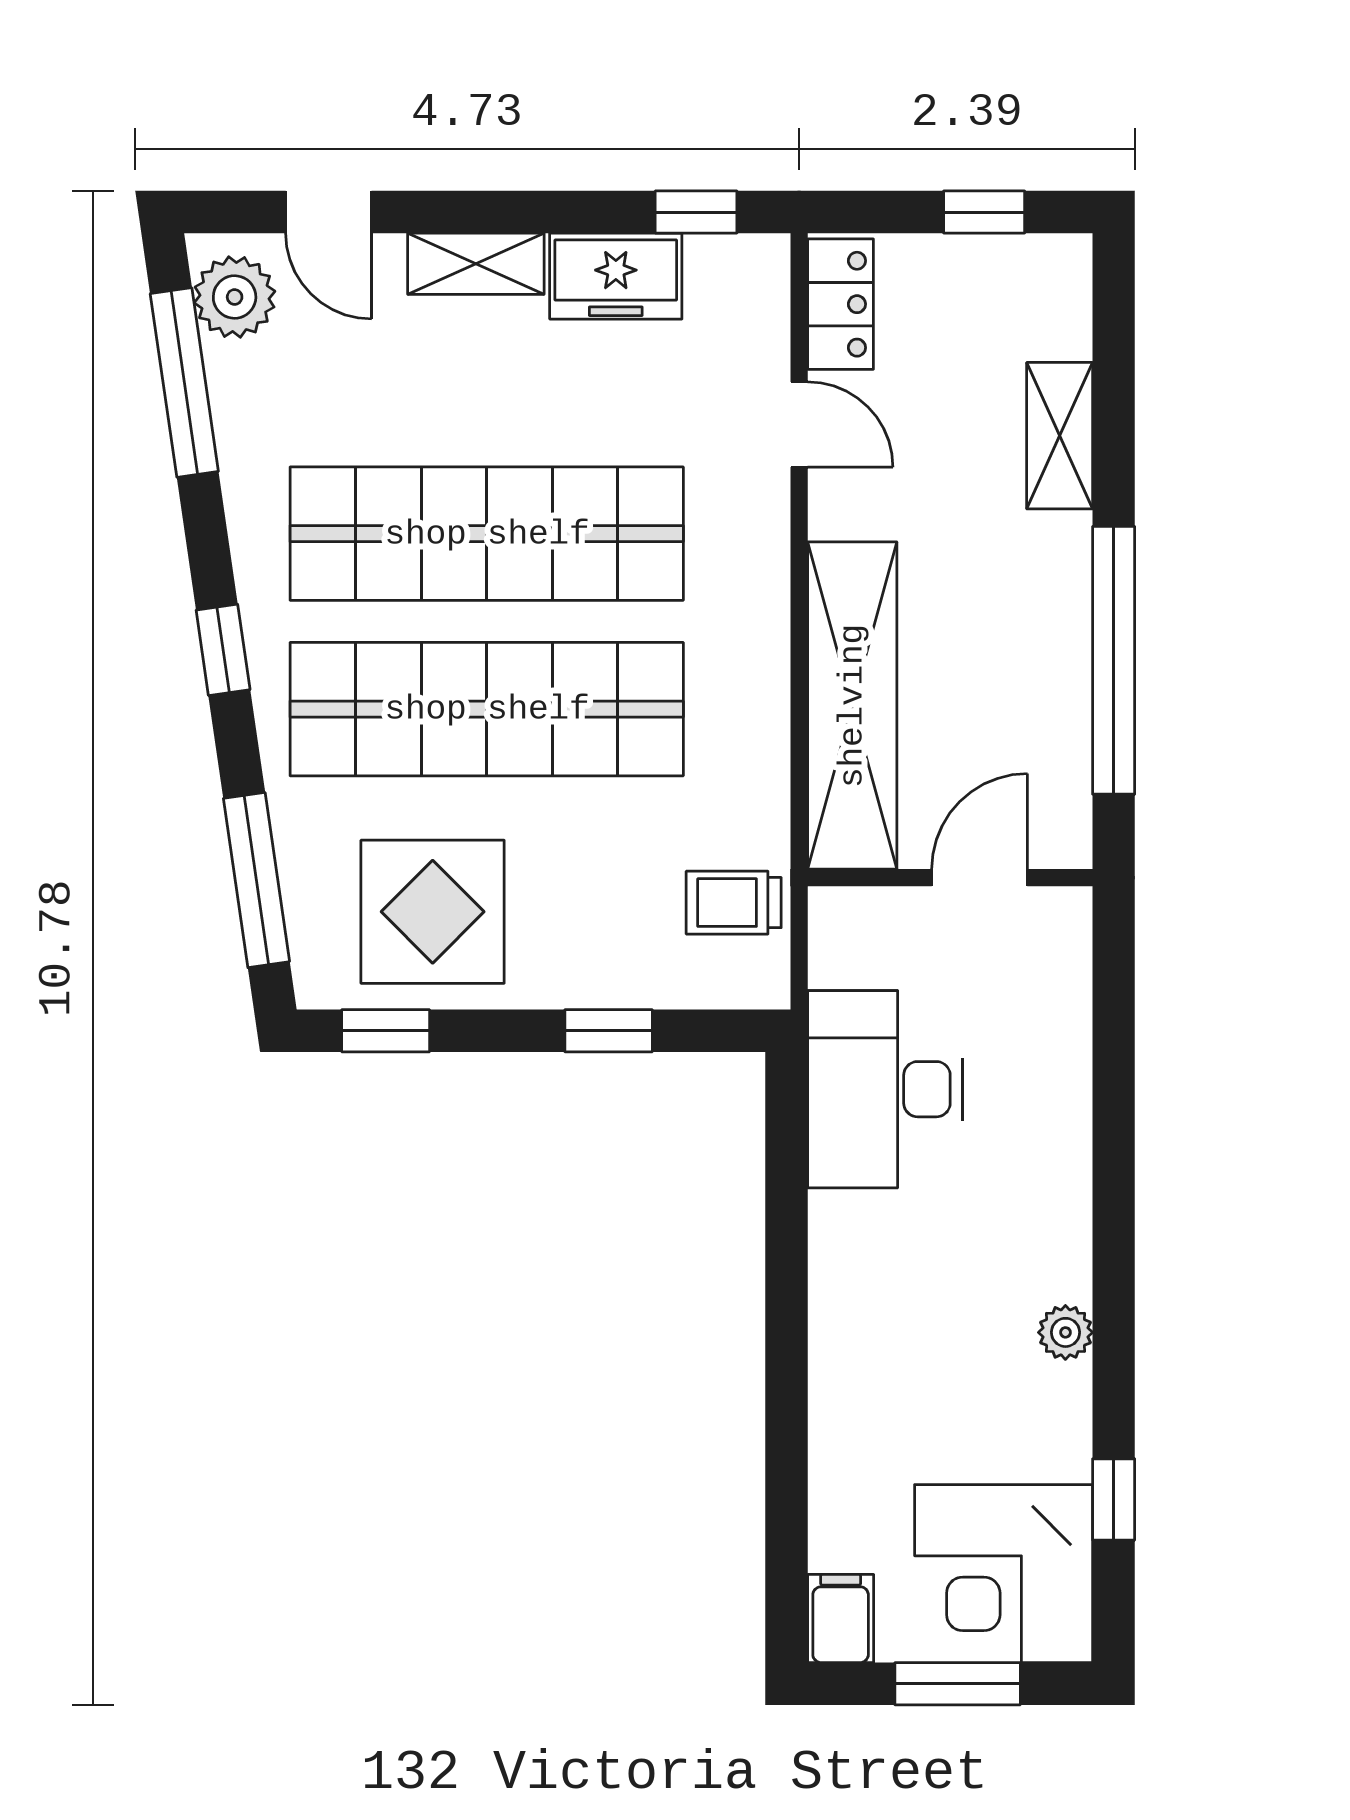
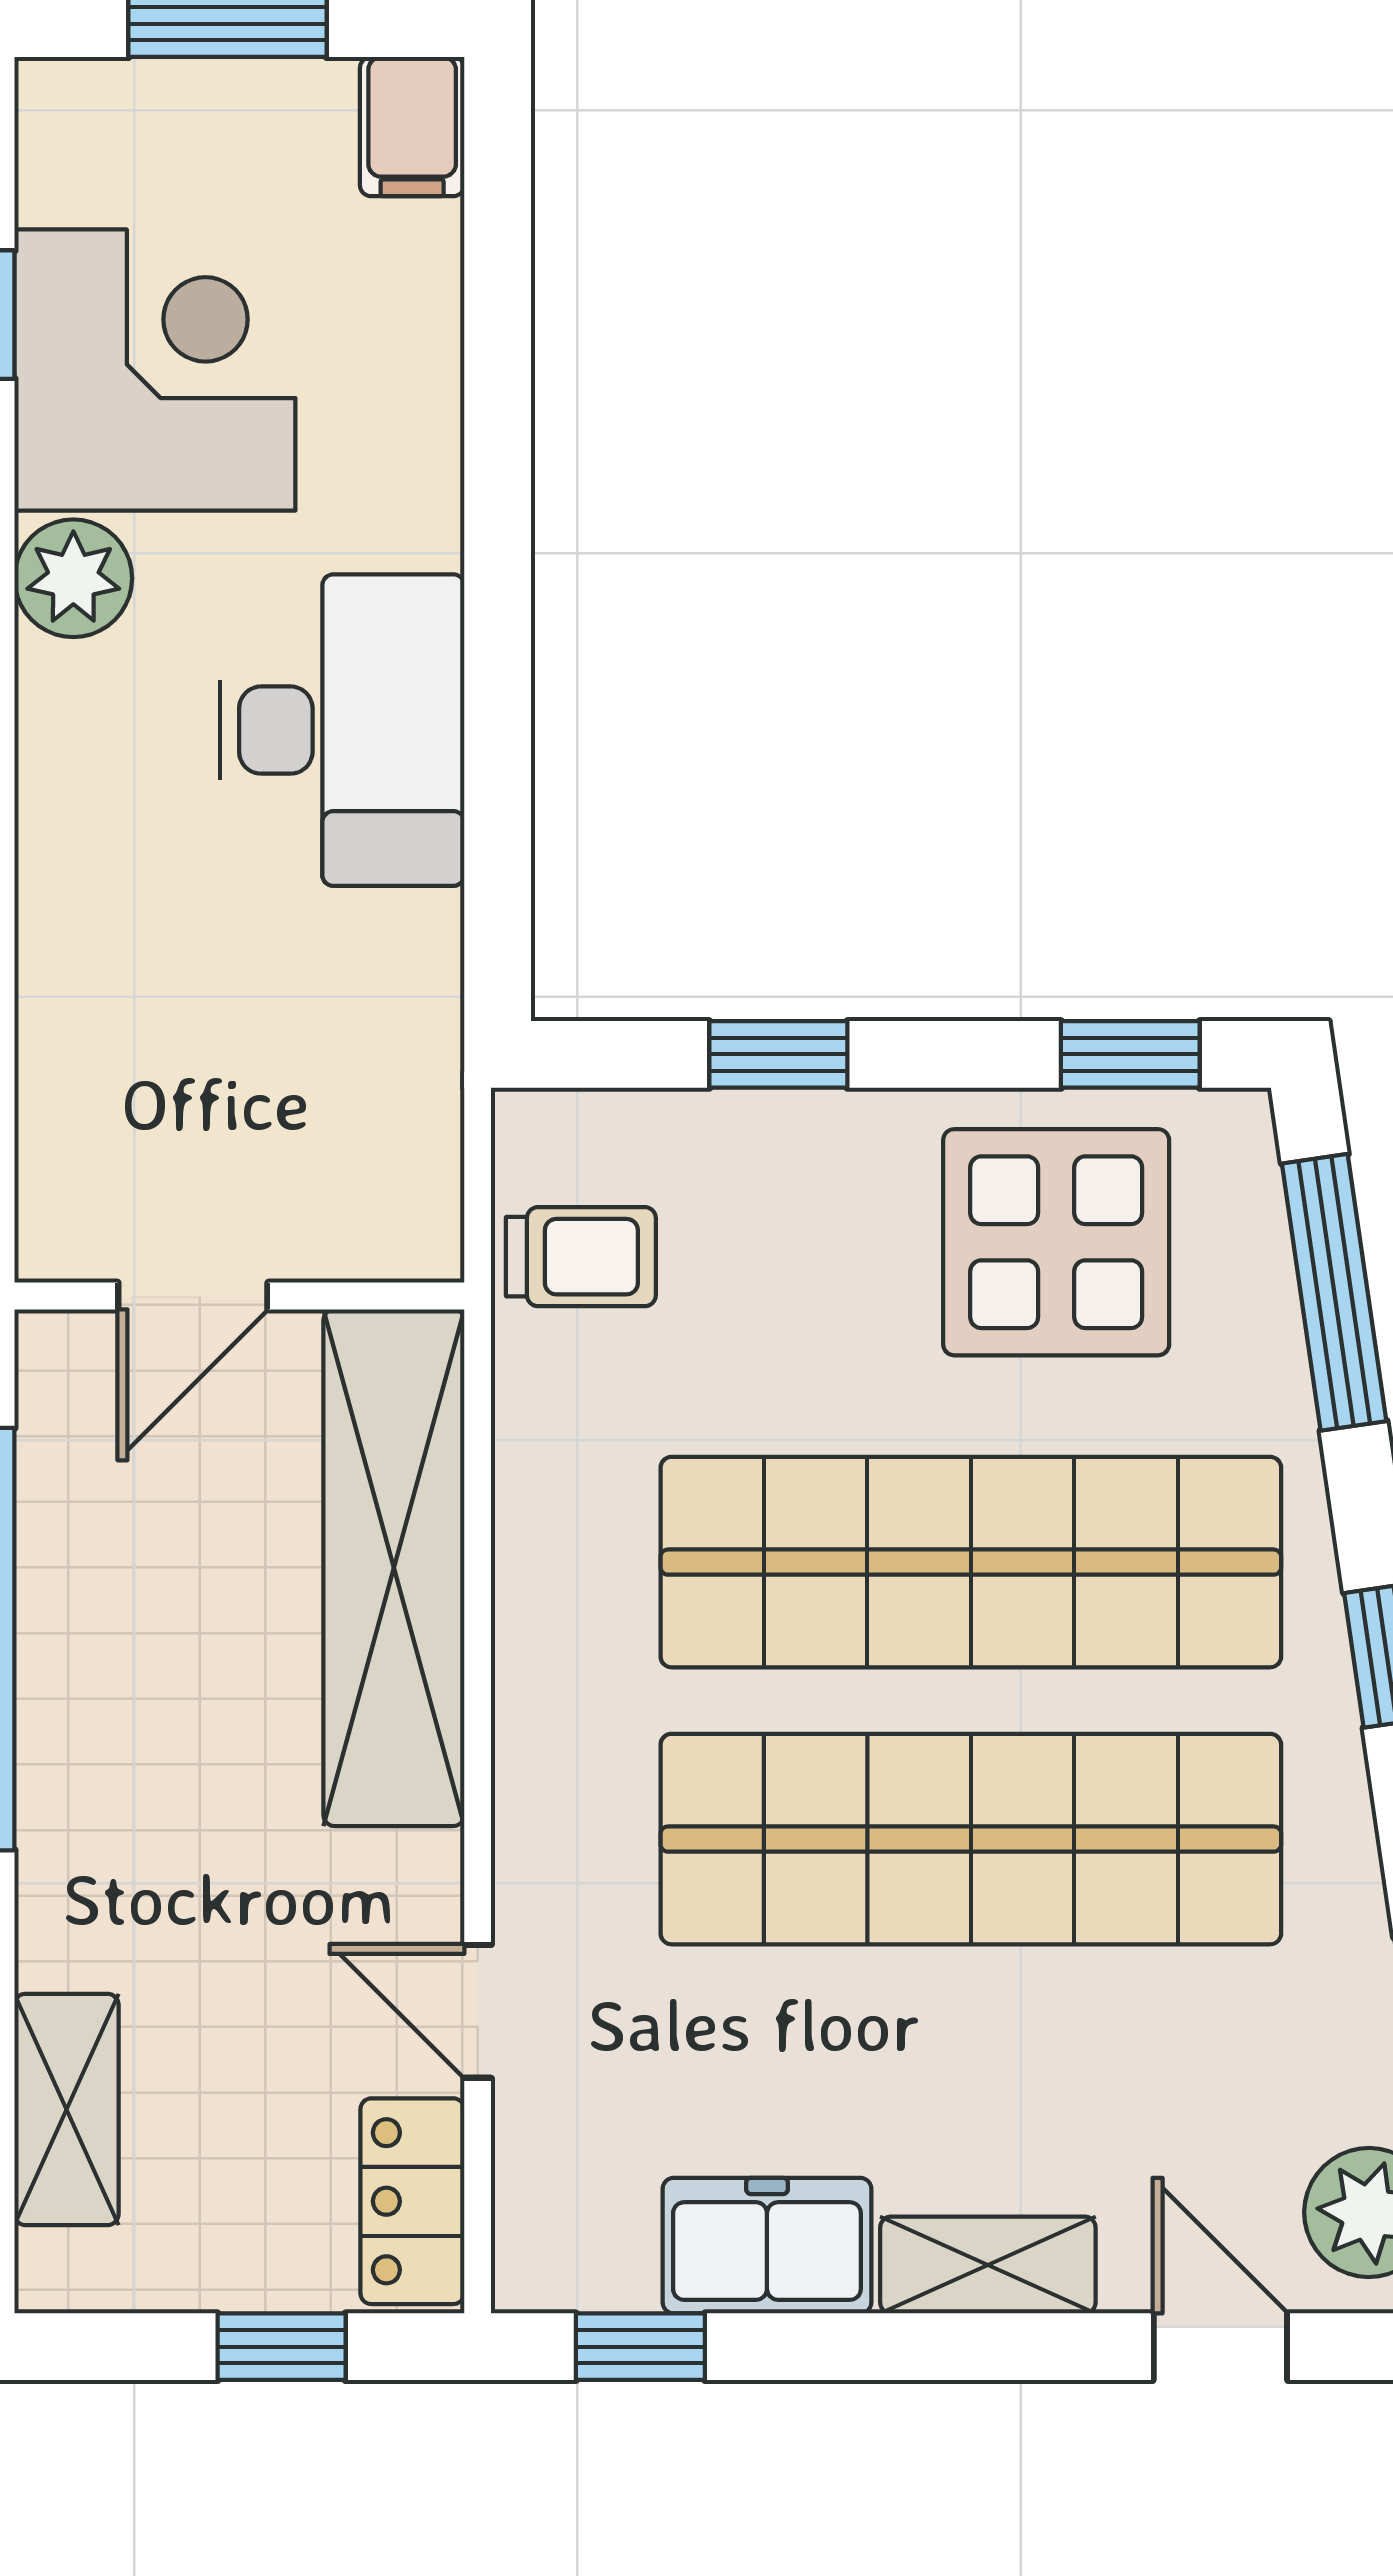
window: (984, 212) -> (282, 2347), moved
shelving: (1060, 436) -> (66, 2109), moved
desk: (885, 1089) -> (342, 730), moved
plant: (1065, 1332) -> (73, 578), width x1.38, depth x1.38
corner desk: (1004, 1574) -> (155, 370), moved

